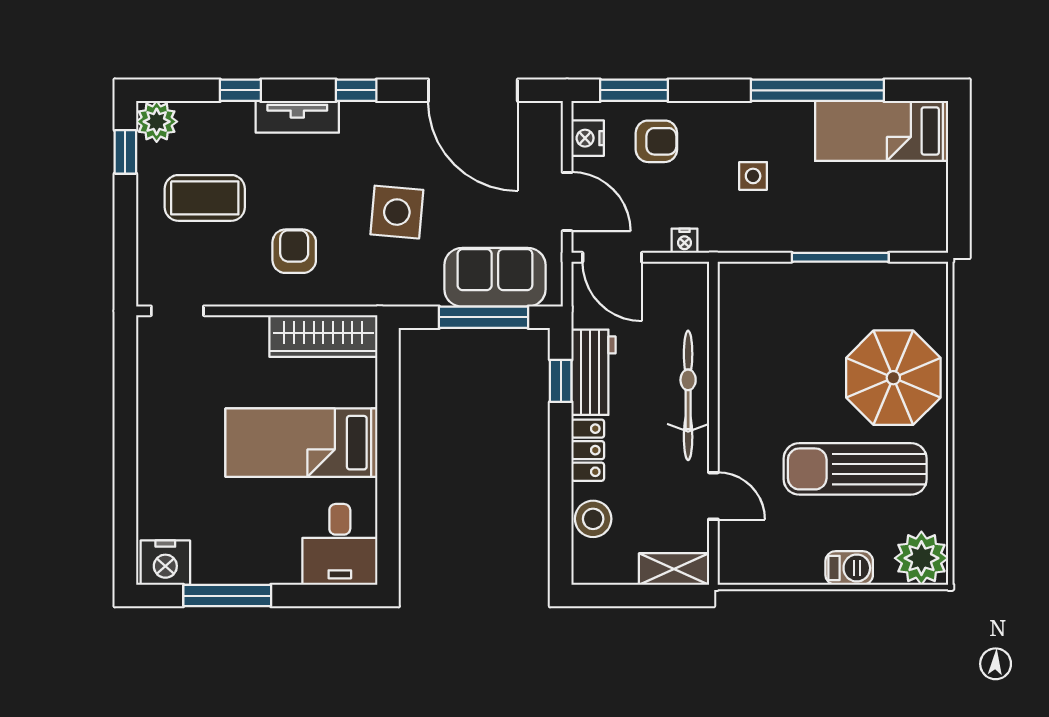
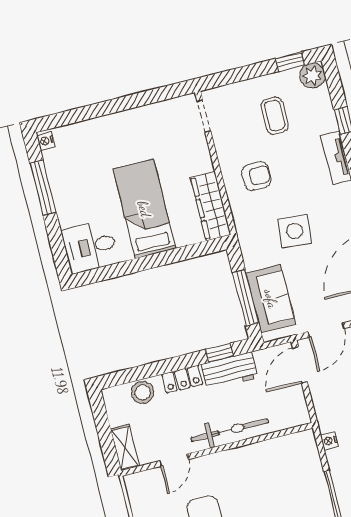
coffee table: (205, 198) -> (275, 115), width x0.73, depth x0.77
nightstand: (684, 241) -> (329, 441), moved
nightstand: (165, 563) -> (46, 141), width x0.53, depth x0.56

